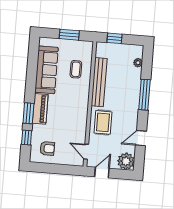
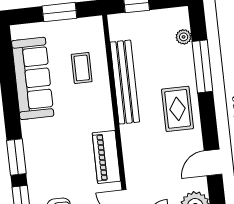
window: (144, 95) -> (202, 66), moved
piano: (40, 109) -> (106, 157), moved, turned 180
rug: (103, 122) -> (178, 109), moved

